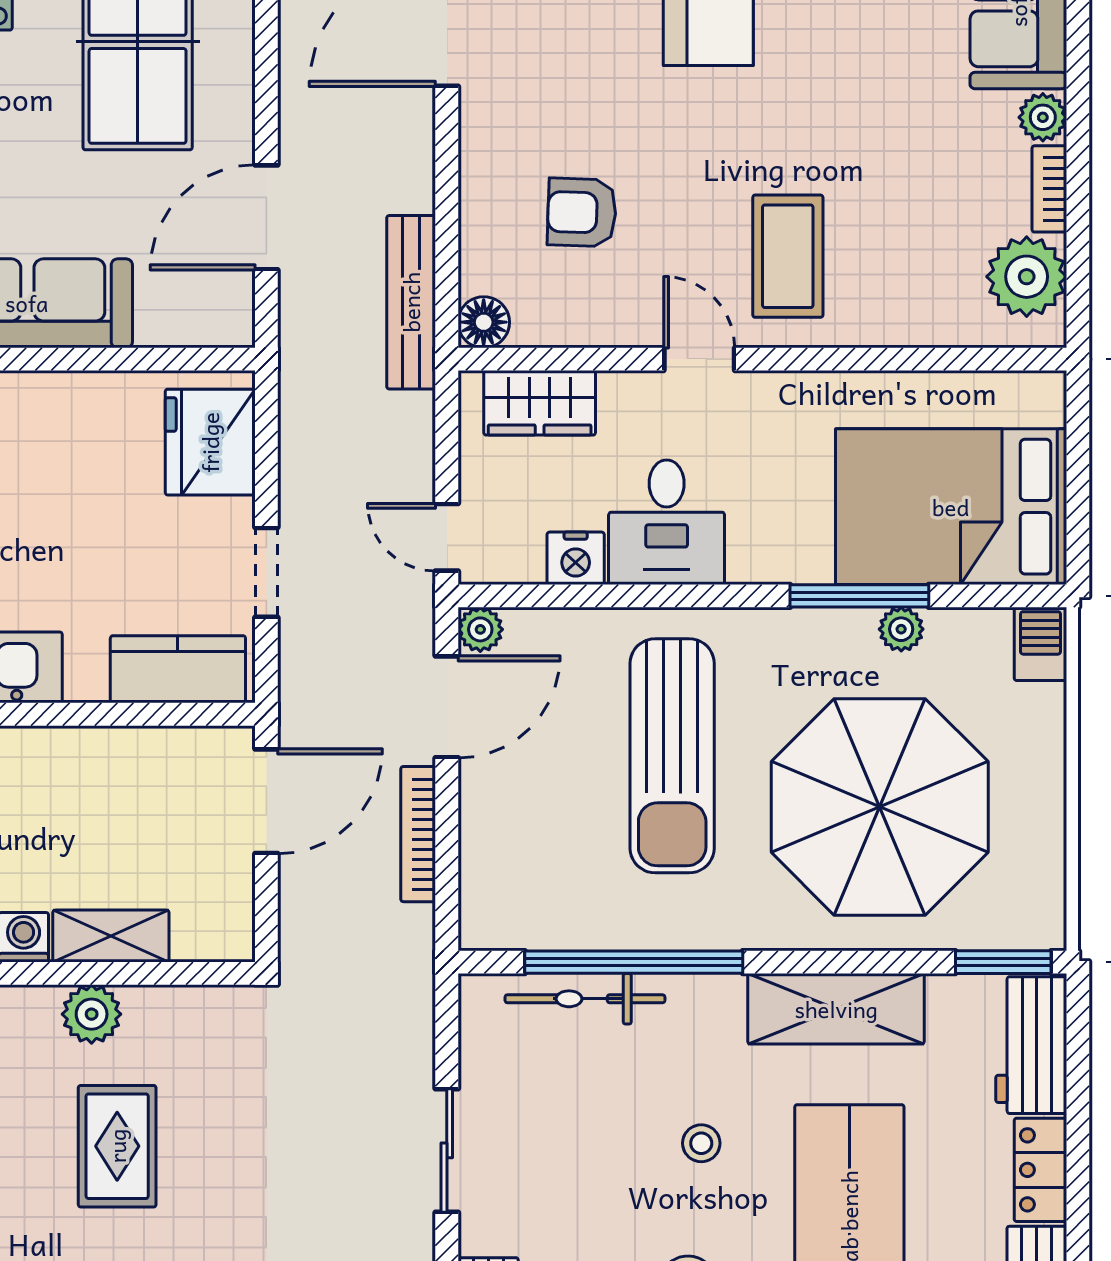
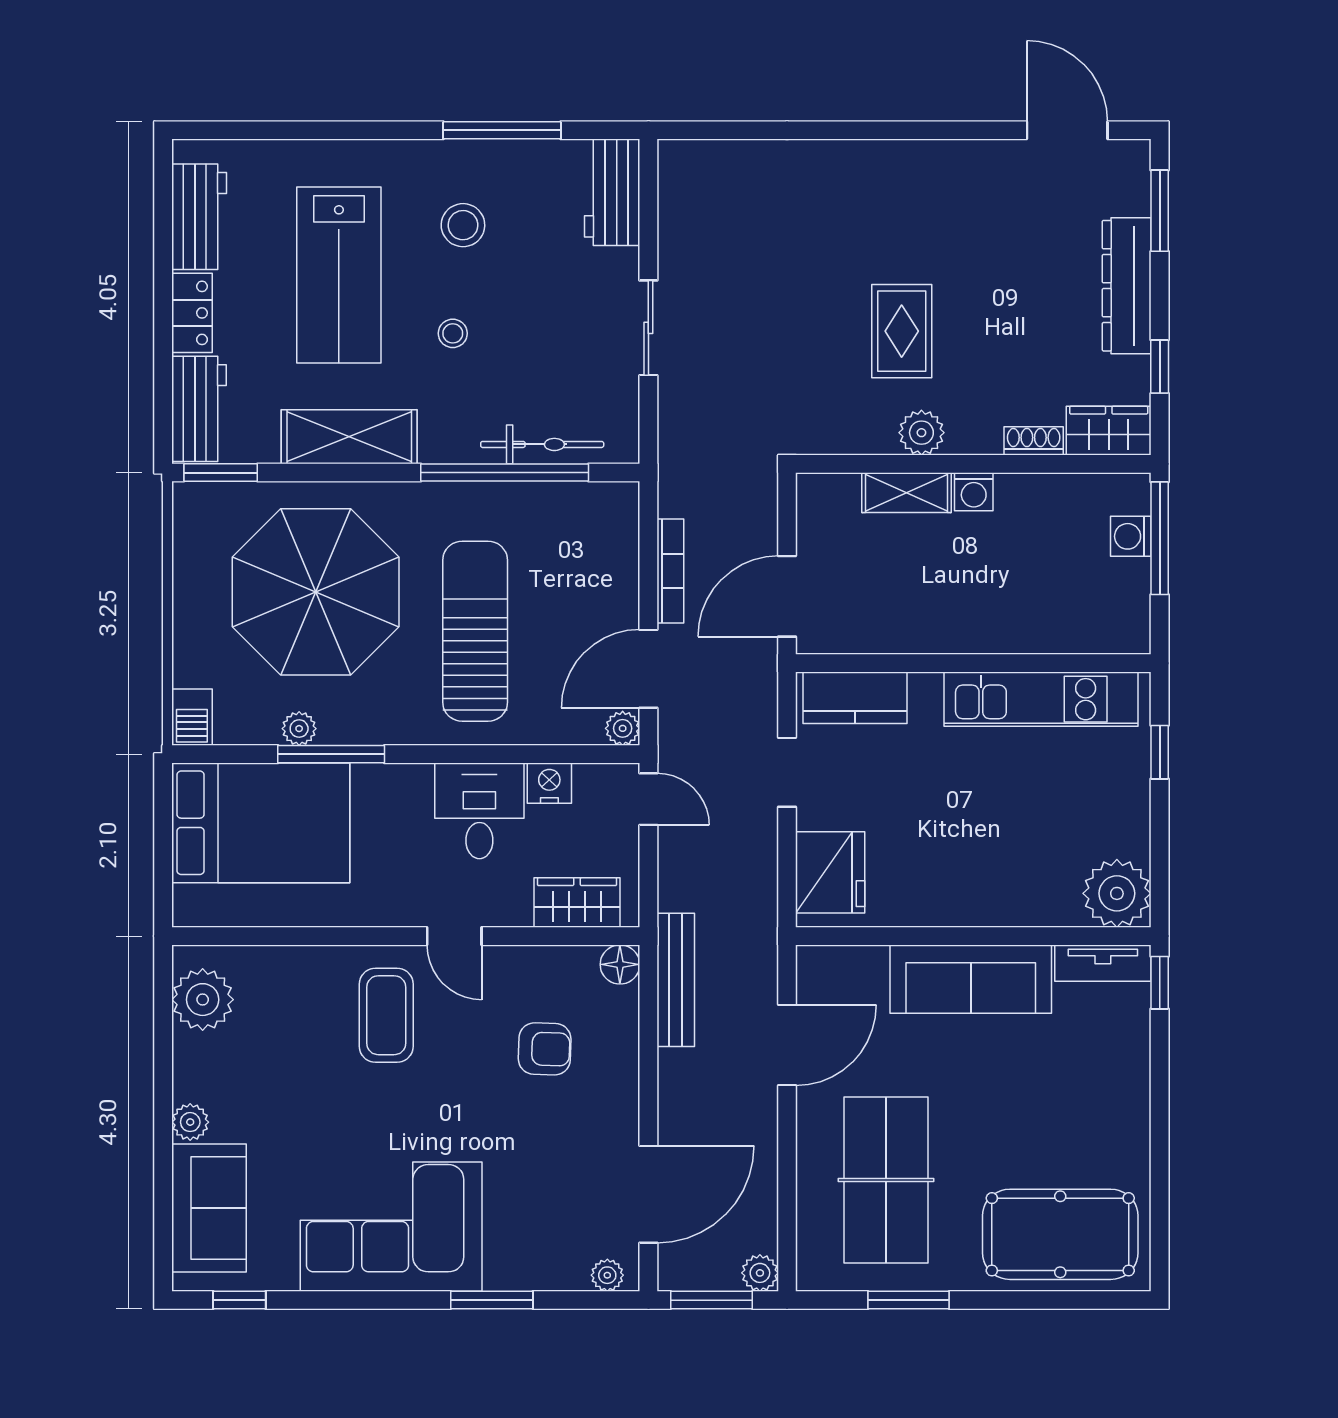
bookcase: (1049, 189) -> (185, 1067), removed

